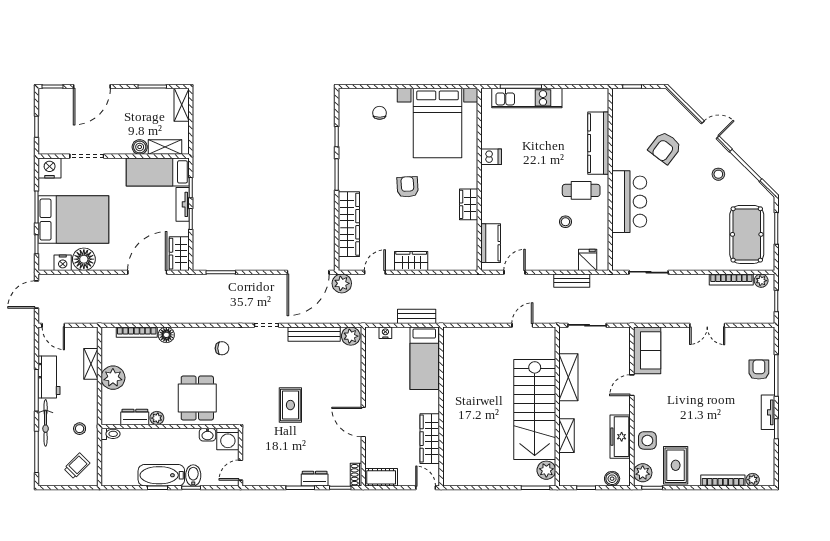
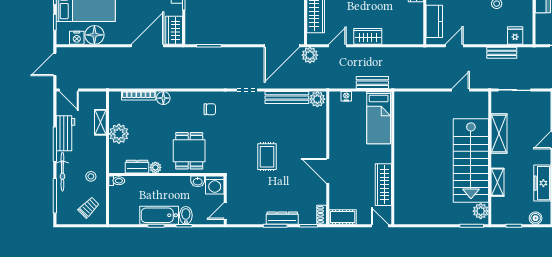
dresser: (315, 479) -> (282, 218), width x1.44

